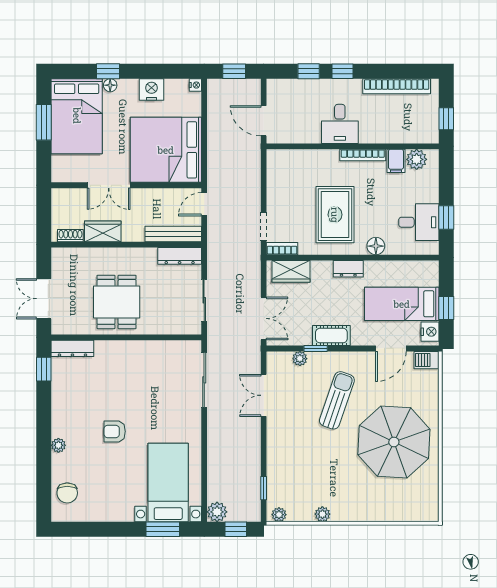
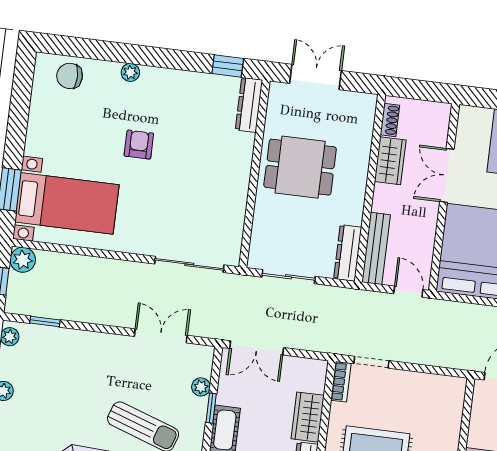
wardrobe: (291, 271) -> (308, 417), moved

